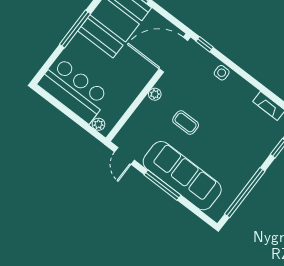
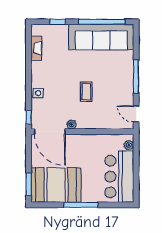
plant: (155, 94) -> (71, 124), moved
door: (124, 156) -> (136, 114), swing flipped
sofa: (182, 176) -> (101, 37), moved, turned -90

